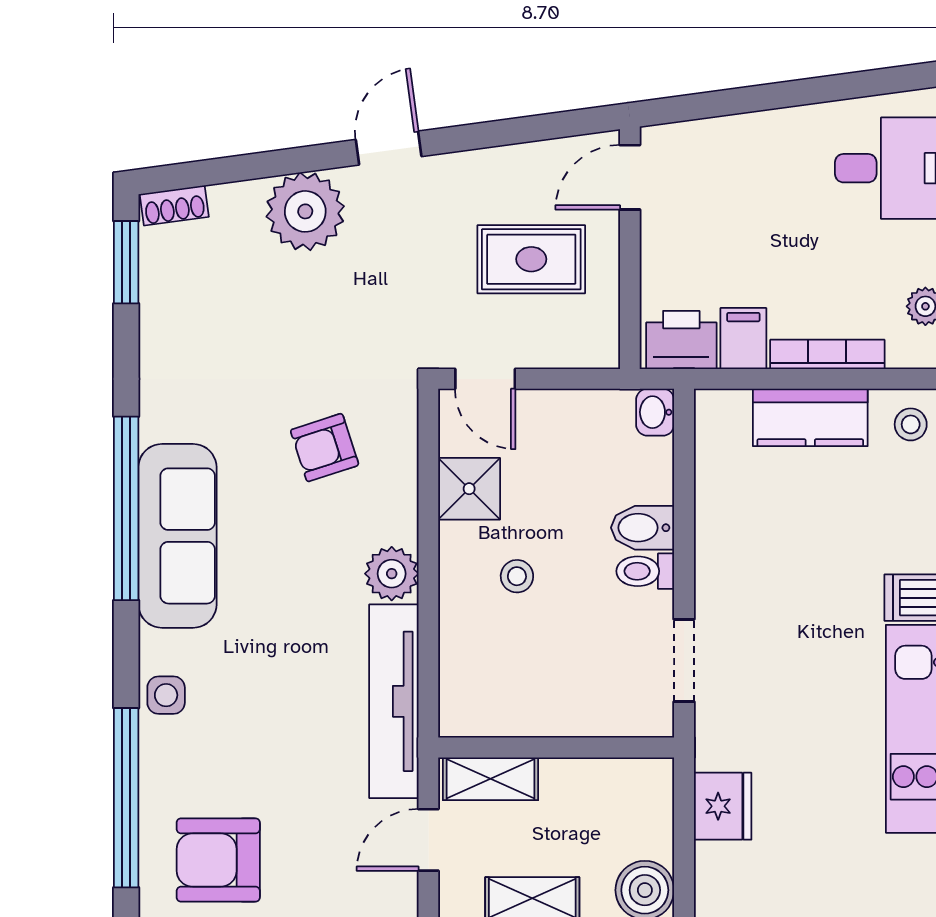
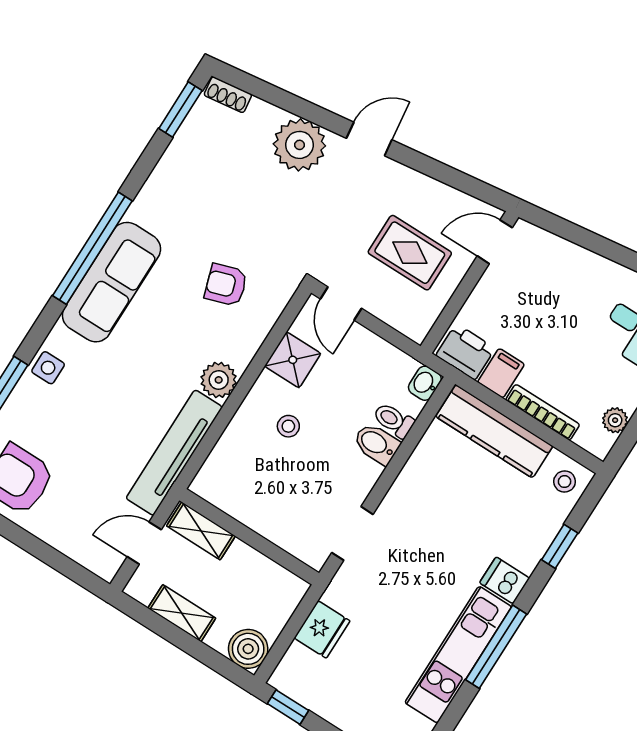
kitchen counter: (810, 417) -> (494, 431), width x1.50
toilet: (645, 571) -> (394, 420), moved

